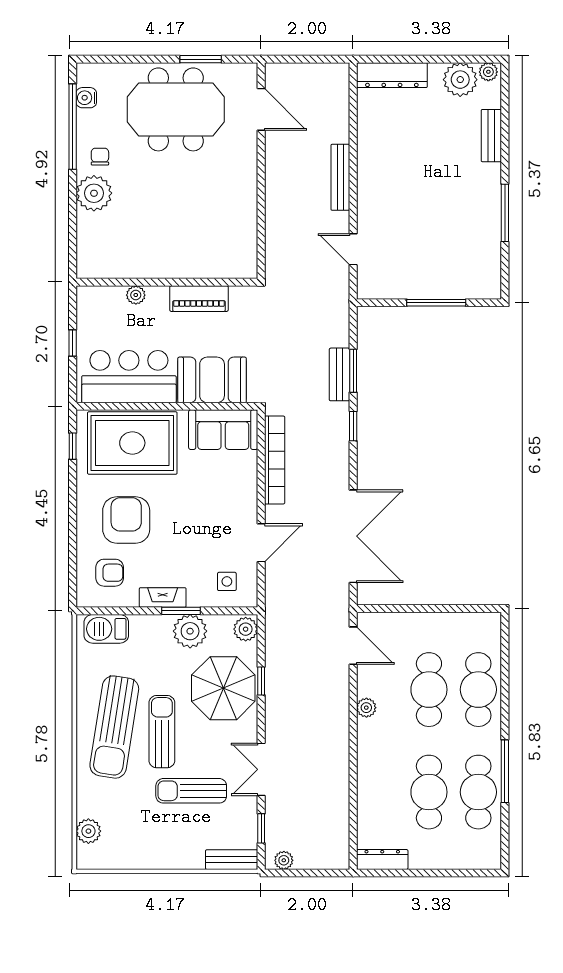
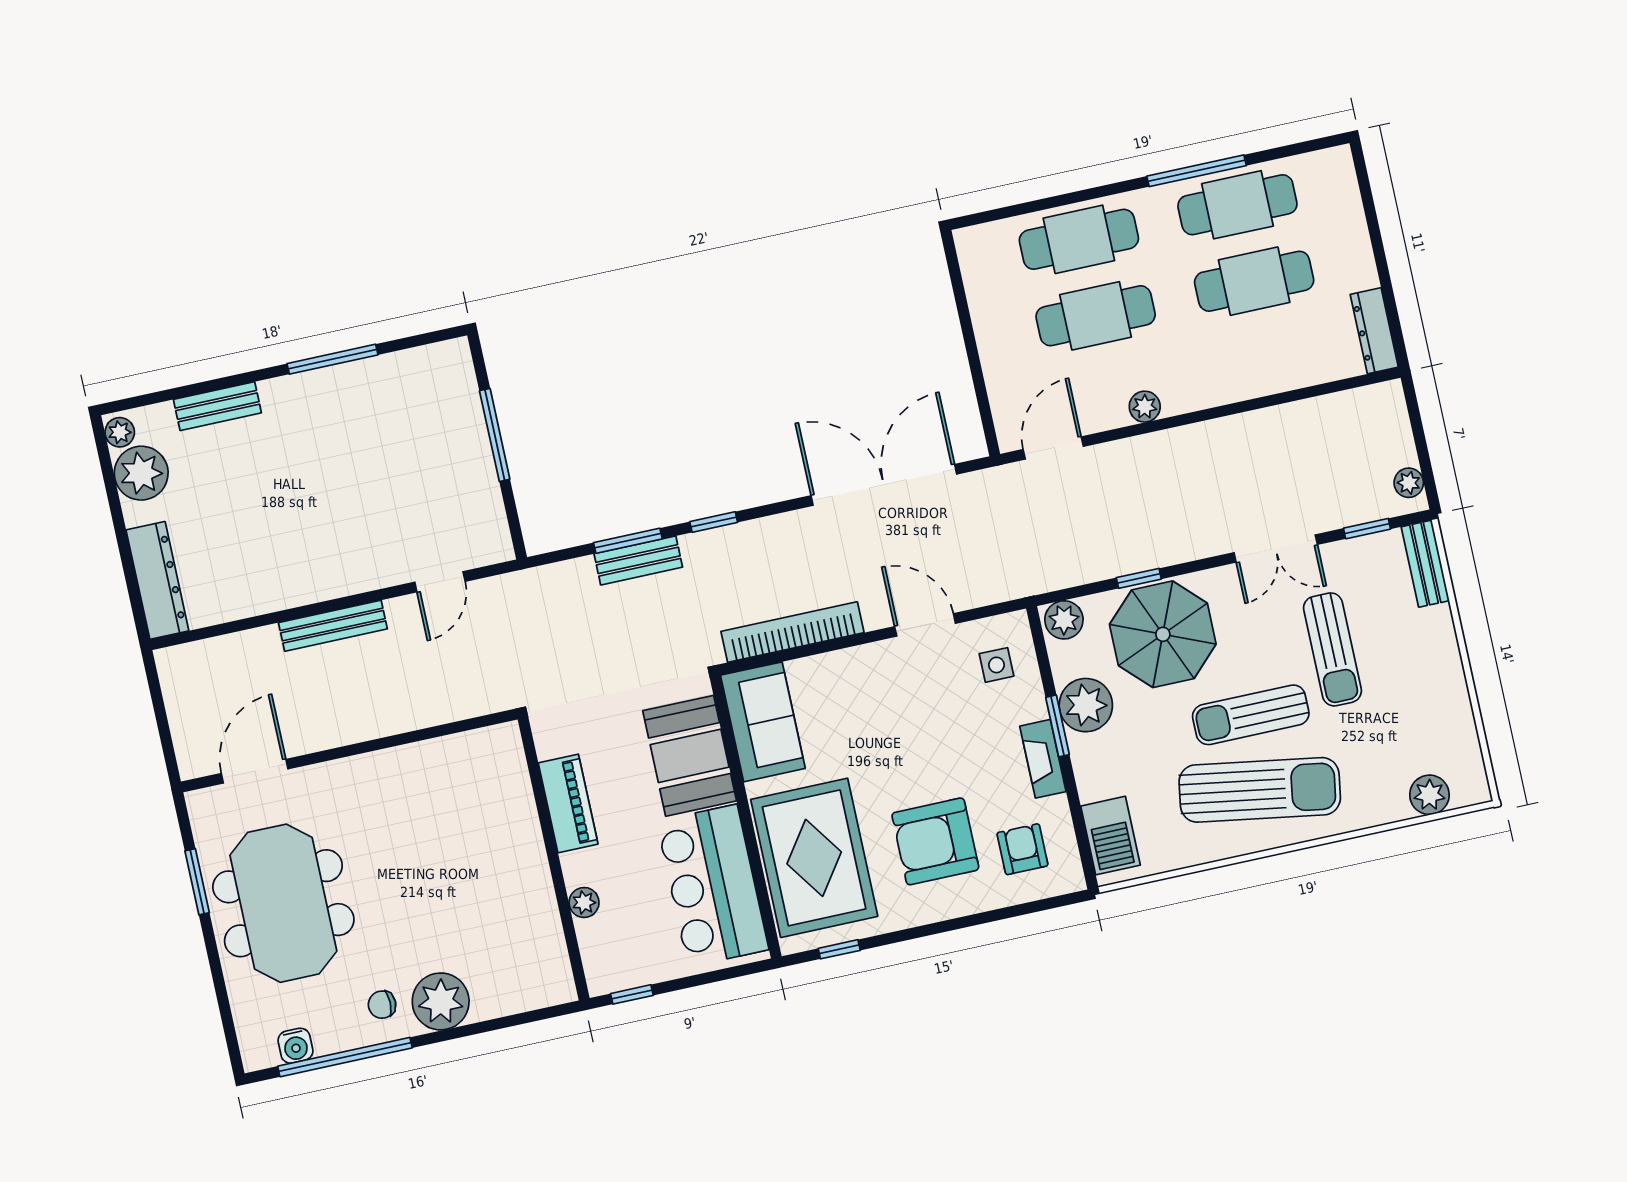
window: (73, 343) -> (632, 994), moved

